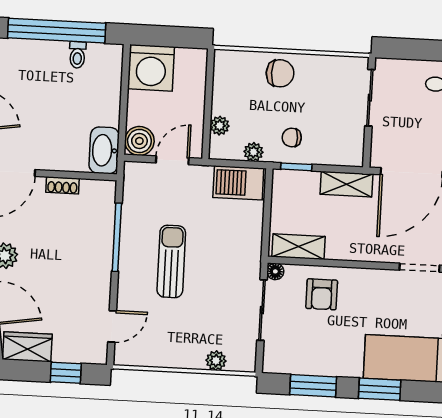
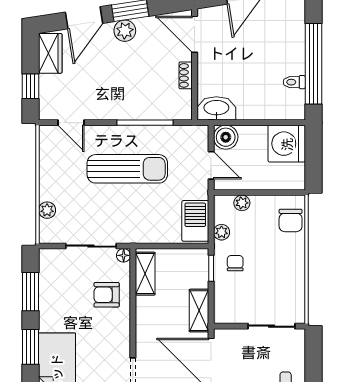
chair: (280, 73) -> (291, 220), moved
sun lounger: (171, 261) -> (127, 169), width x1.36, depth x1.34

